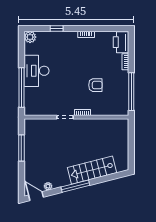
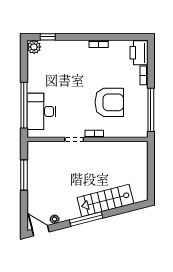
window: (57, 28) -> (48, 37), moved
desk: (36, 71) -> (41, 111), moved
armchair: (95, 85) -> (109, 102), width x1.88, depth x1.88

